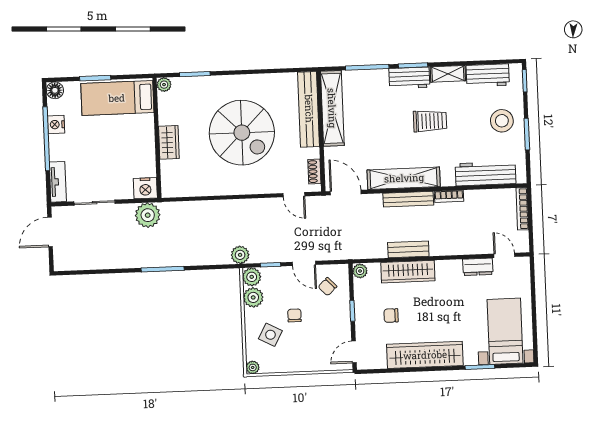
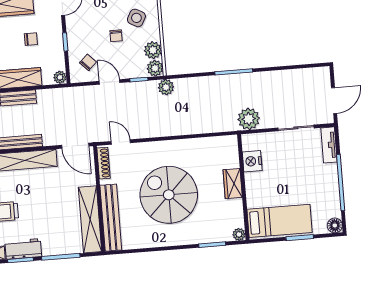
nightstand: (56, 125) -> (333, 195), removed
shoe rack: (314, 172) -> (104, 163), width x1.43
nightstand: (145, 188) -> (252, 161), moved, turned -90

